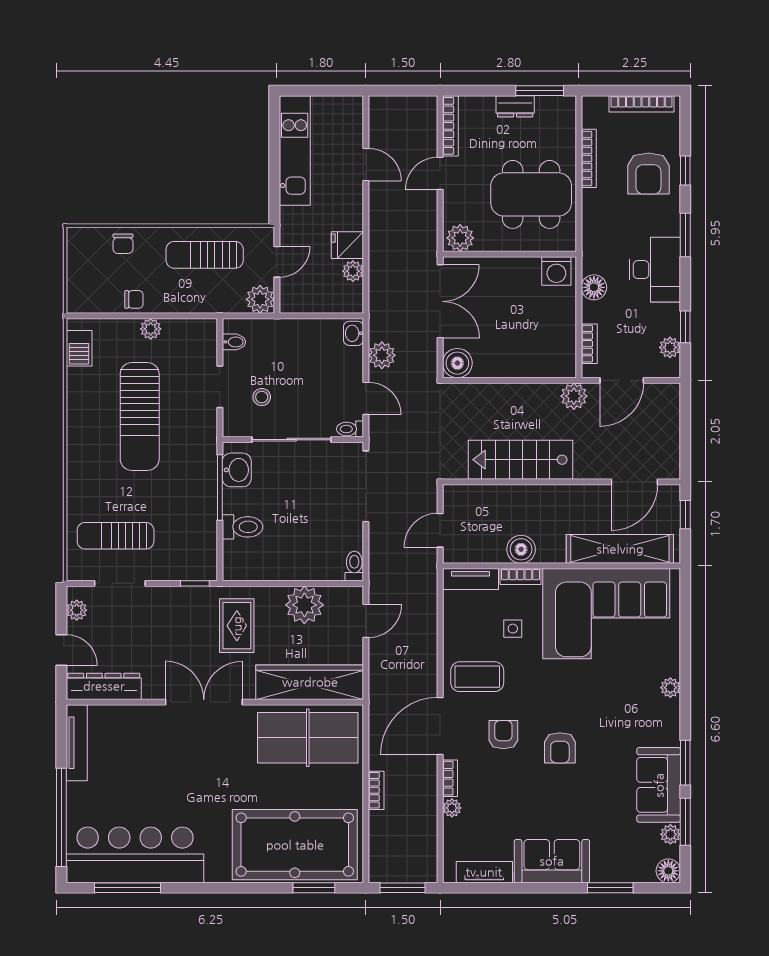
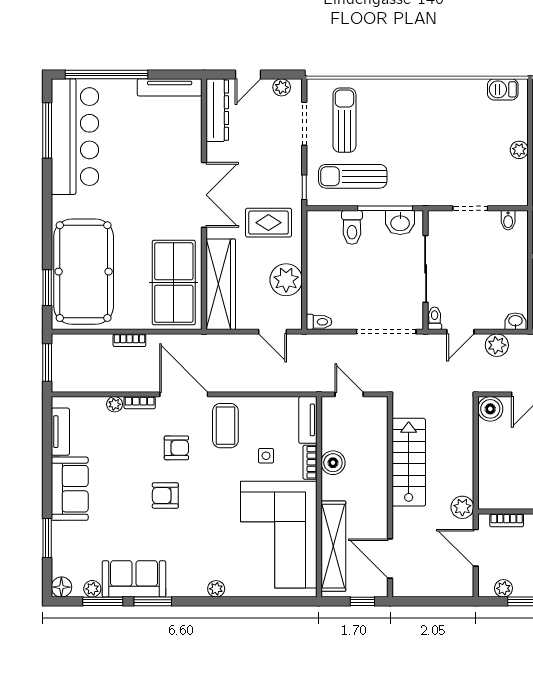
stool: (262, 397) -> (462, 244), removed
sun lounger: (140, 417) -> (353, 176), moved, width x0.73, depth x0.75

